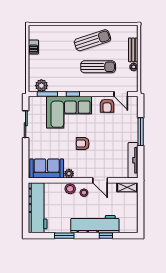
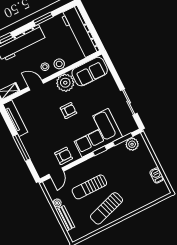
door: (121, 94) -> (56, 173), swing flipped
armchair: (107, 106) -> (64, 156), turned 90
plant: (69, 174) -> (65, 83), width x1.87, depth x1.87

